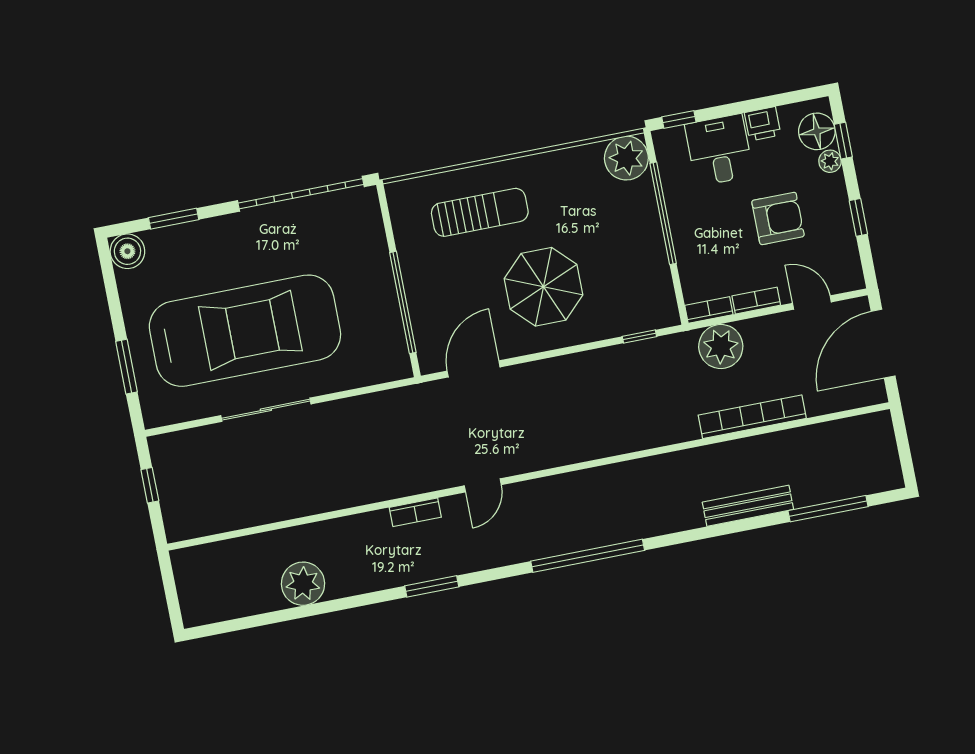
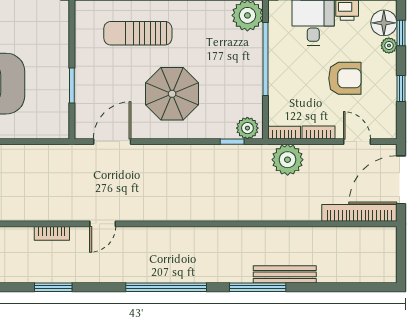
sun lounger: (480, 212) -> (138, 33), turned 180
window: (403, 302) -> (72, 86), width x0.47
plant: (657, 314) -> (247, 128), added
bookcase: (752, 417) -> (359, 213), moved
window: (828, 509) -> (258, 287), moved

